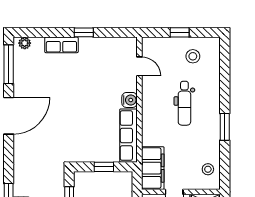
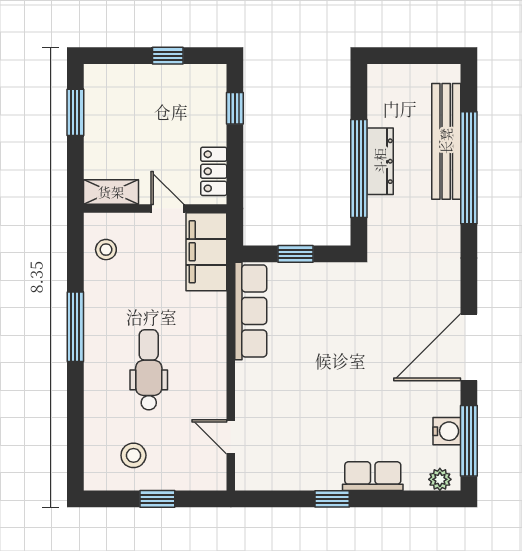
water cooler: (130, 100) -> (447, 431), moved, turned 180
window: (225, 127) -> (75, 327), width x1.44

